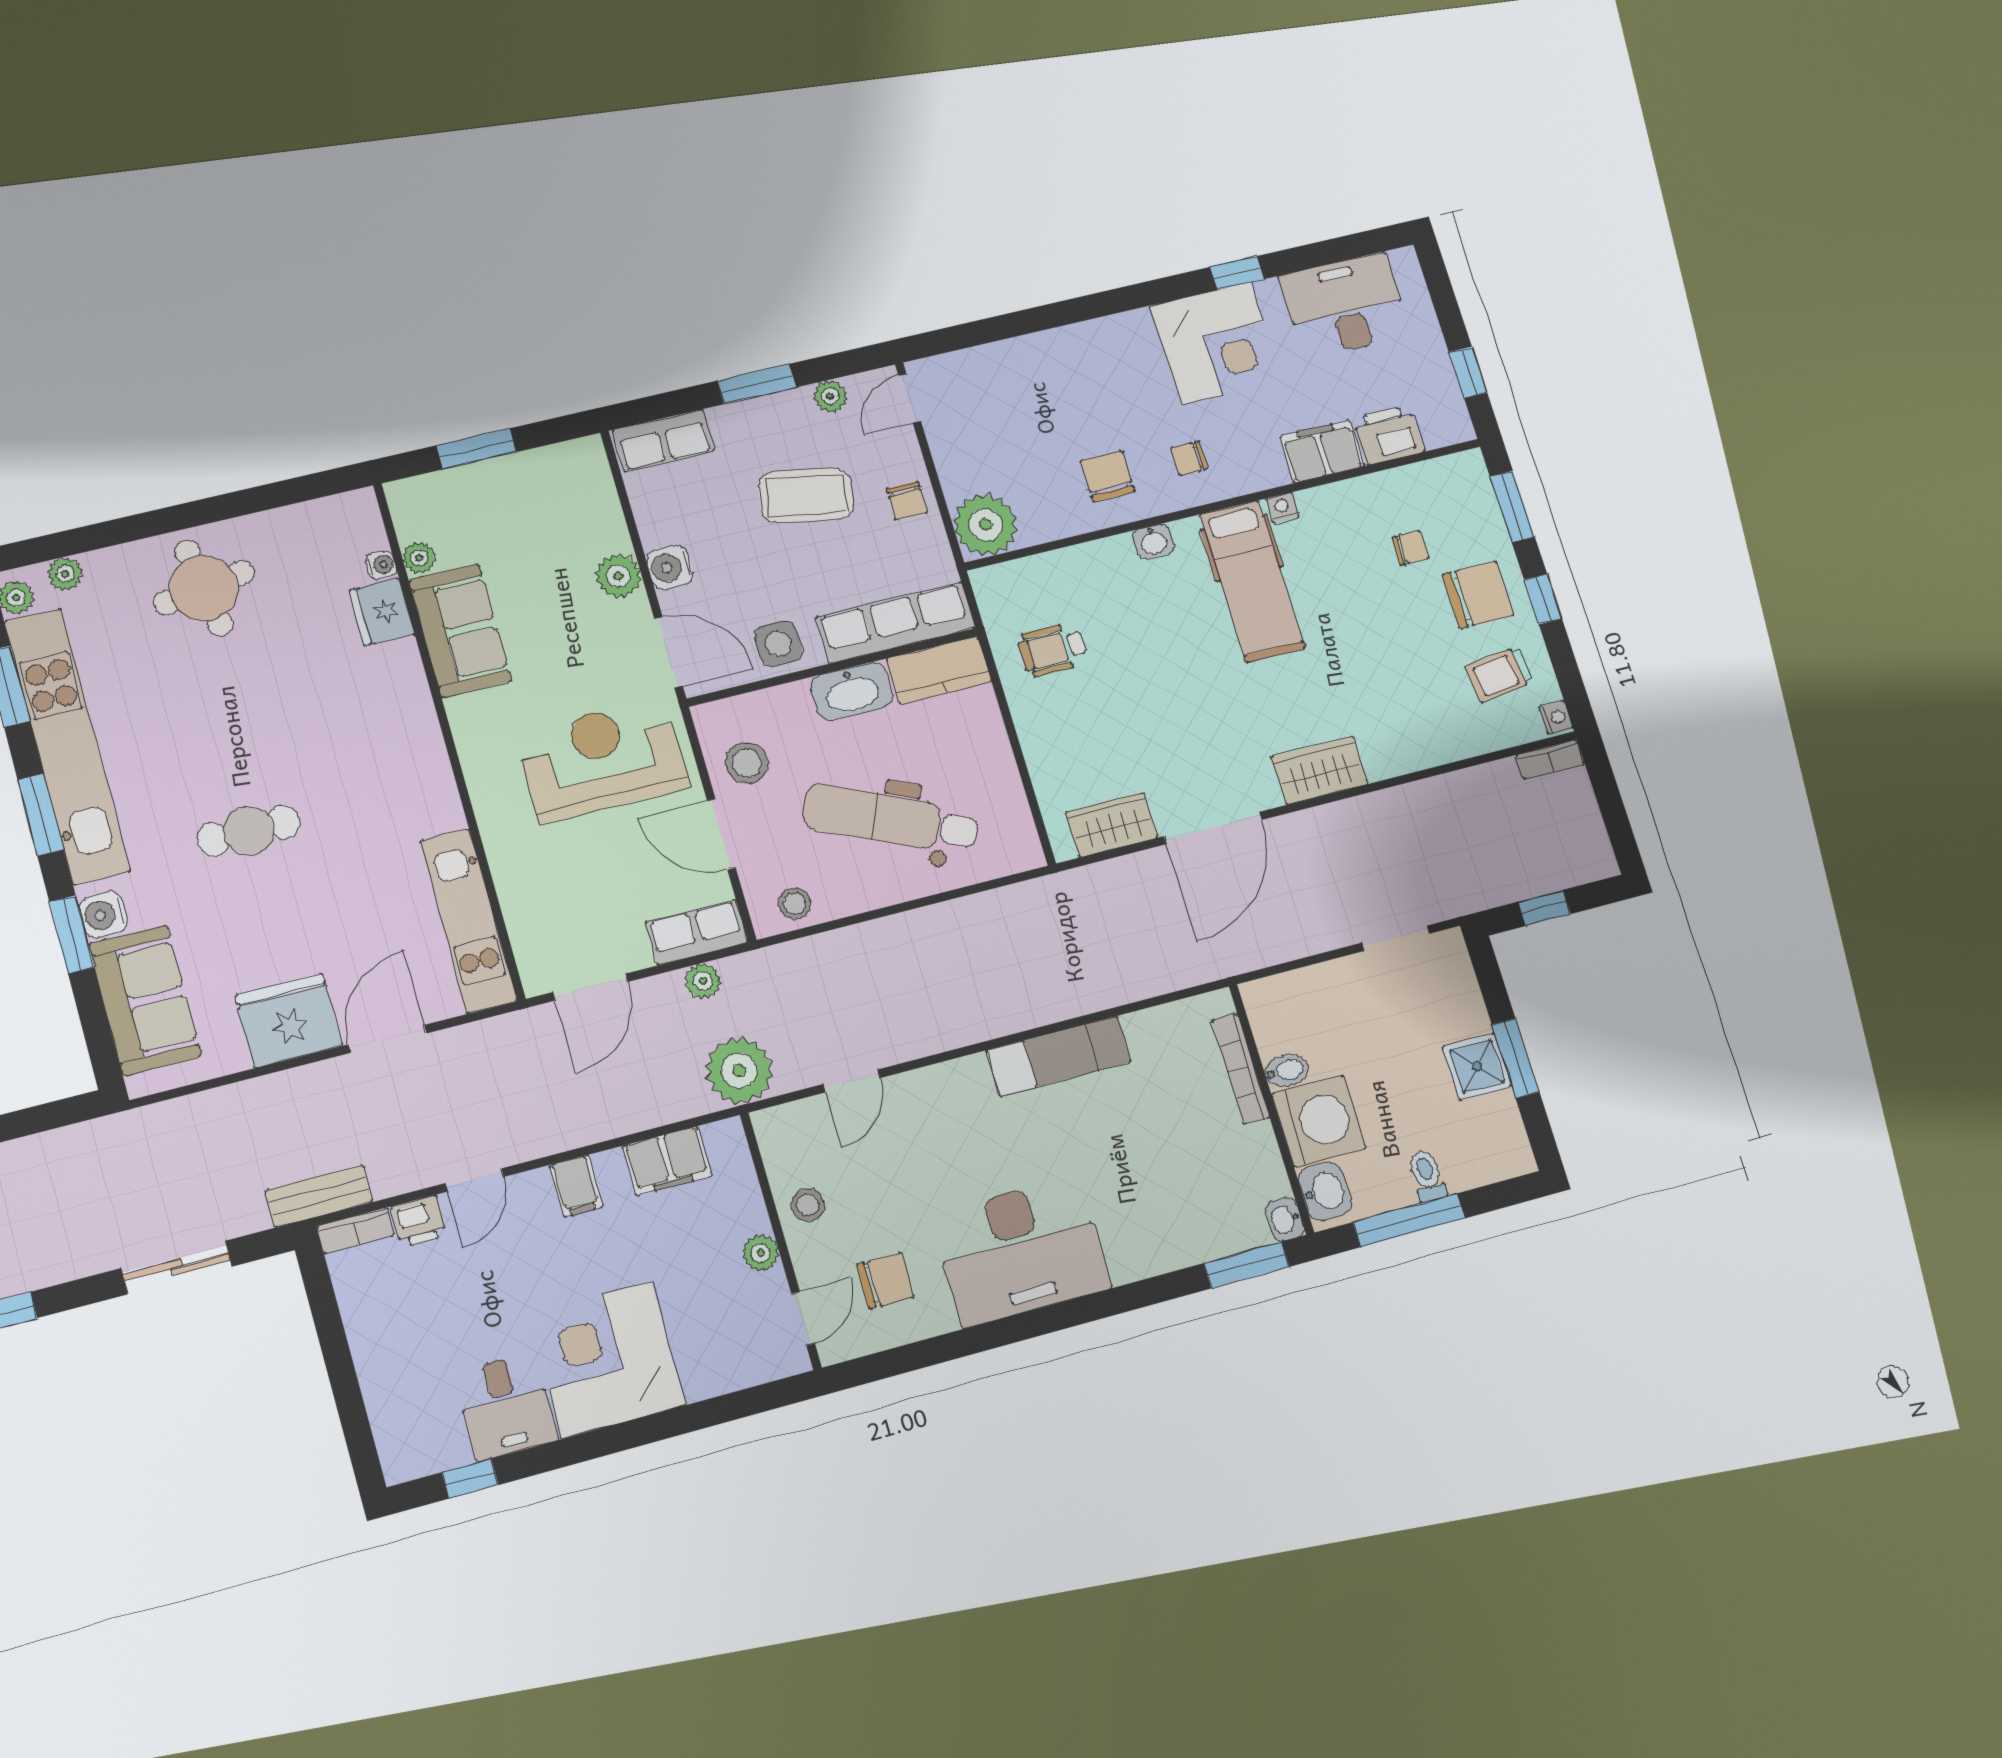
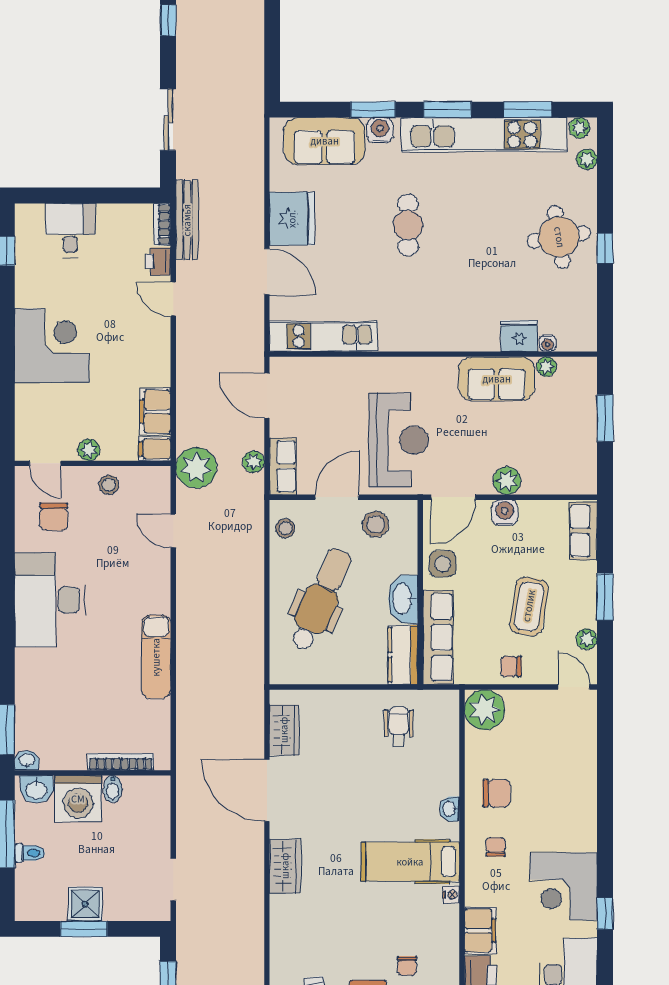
window: (203, 512) -> (605, 248), added
filing cabinet: (576, 1186) -> (155, 449), moved
bench: (319, 1196) -> (187, 220), width x1.36
desk: (506, 1407) -> (70, 230), moved, turned 90

